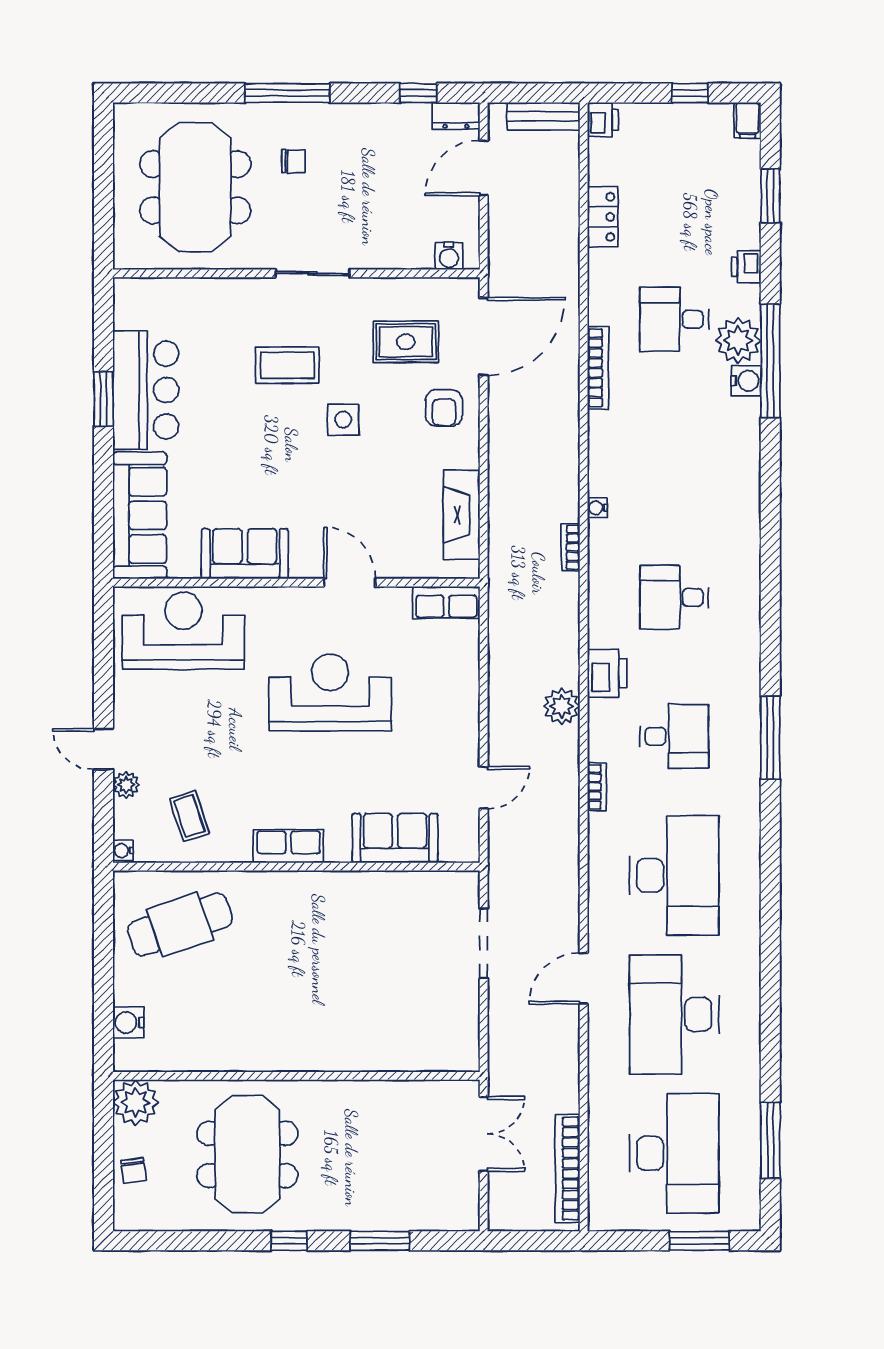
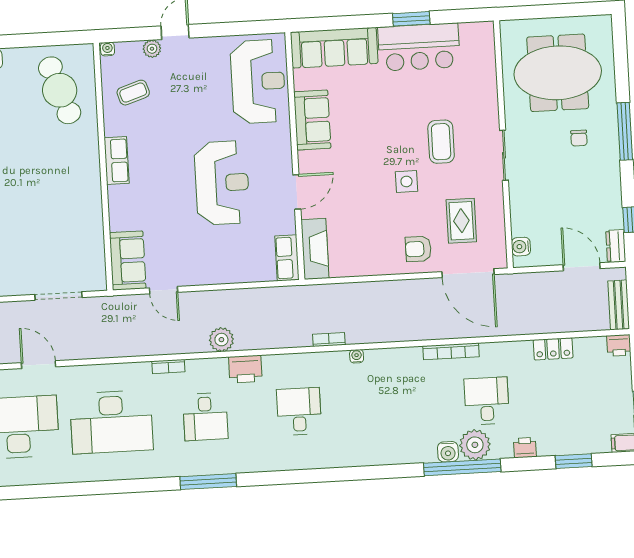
fireplace: (462, 515) -> (315, 249), moved, turned 90
sofa: (395, 838) -> (128, 261), moved

